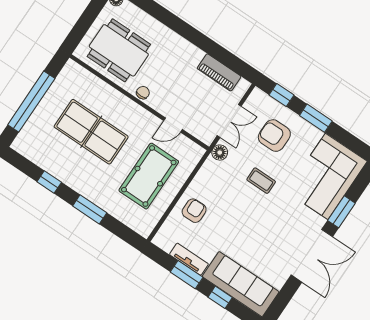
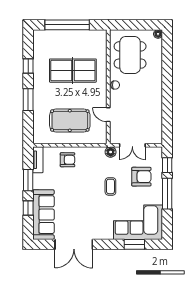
piano: (219, 72) -> (156, 121), removed
window: (316, 118) -> (167, 194), width x1.44
table tennis table: (91, 132) -> (73, 71), turned 90
armchair: (274, 136) -> (141, 177), turned 90
window: (341, 212) -> (134, 244), moved
double door: (312, 256) -> (74, 244), moved
tv unit: (189, 259) -> (38, 160), moved

